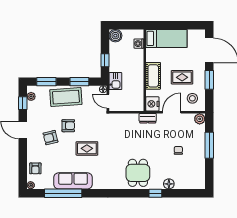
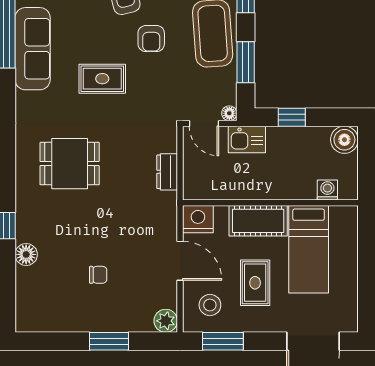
bed: (166, 38) -> (309, 249), moved
window: (209, 80) -> (223, 341), moved
door: (108, 101) -> (204, 123), swing flipped
dresser: (148, 118) -> (167, 172), moved
window: (209, 145) -> (109, 341), width x0.69
rug: (87, 148) -> (102, 79), turned 90
dining table: (138, 173) -> (70, 164), moved

